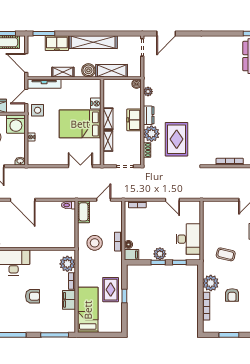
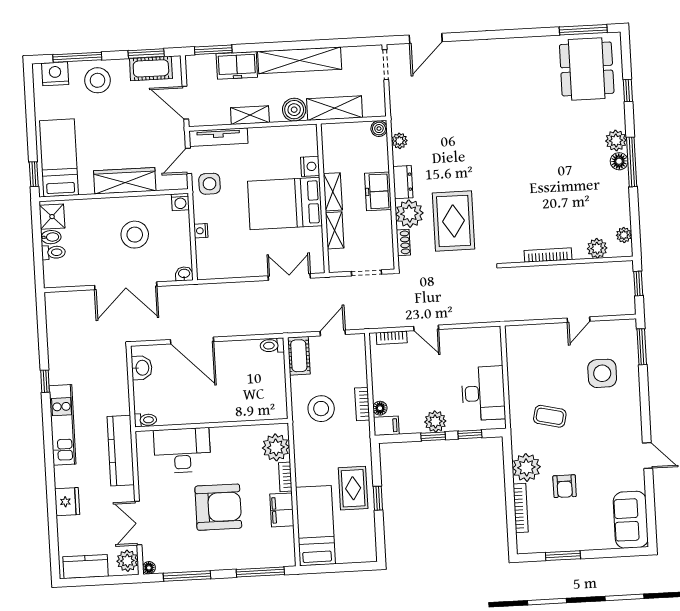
washing machine: (16, 124) -> (180, 202), width x0.53, depth x0.53
door: (172, 200) -> (426, 328), moved
armchair: (33, 296) -> (218, 507), width x1.88, depth x1.88

